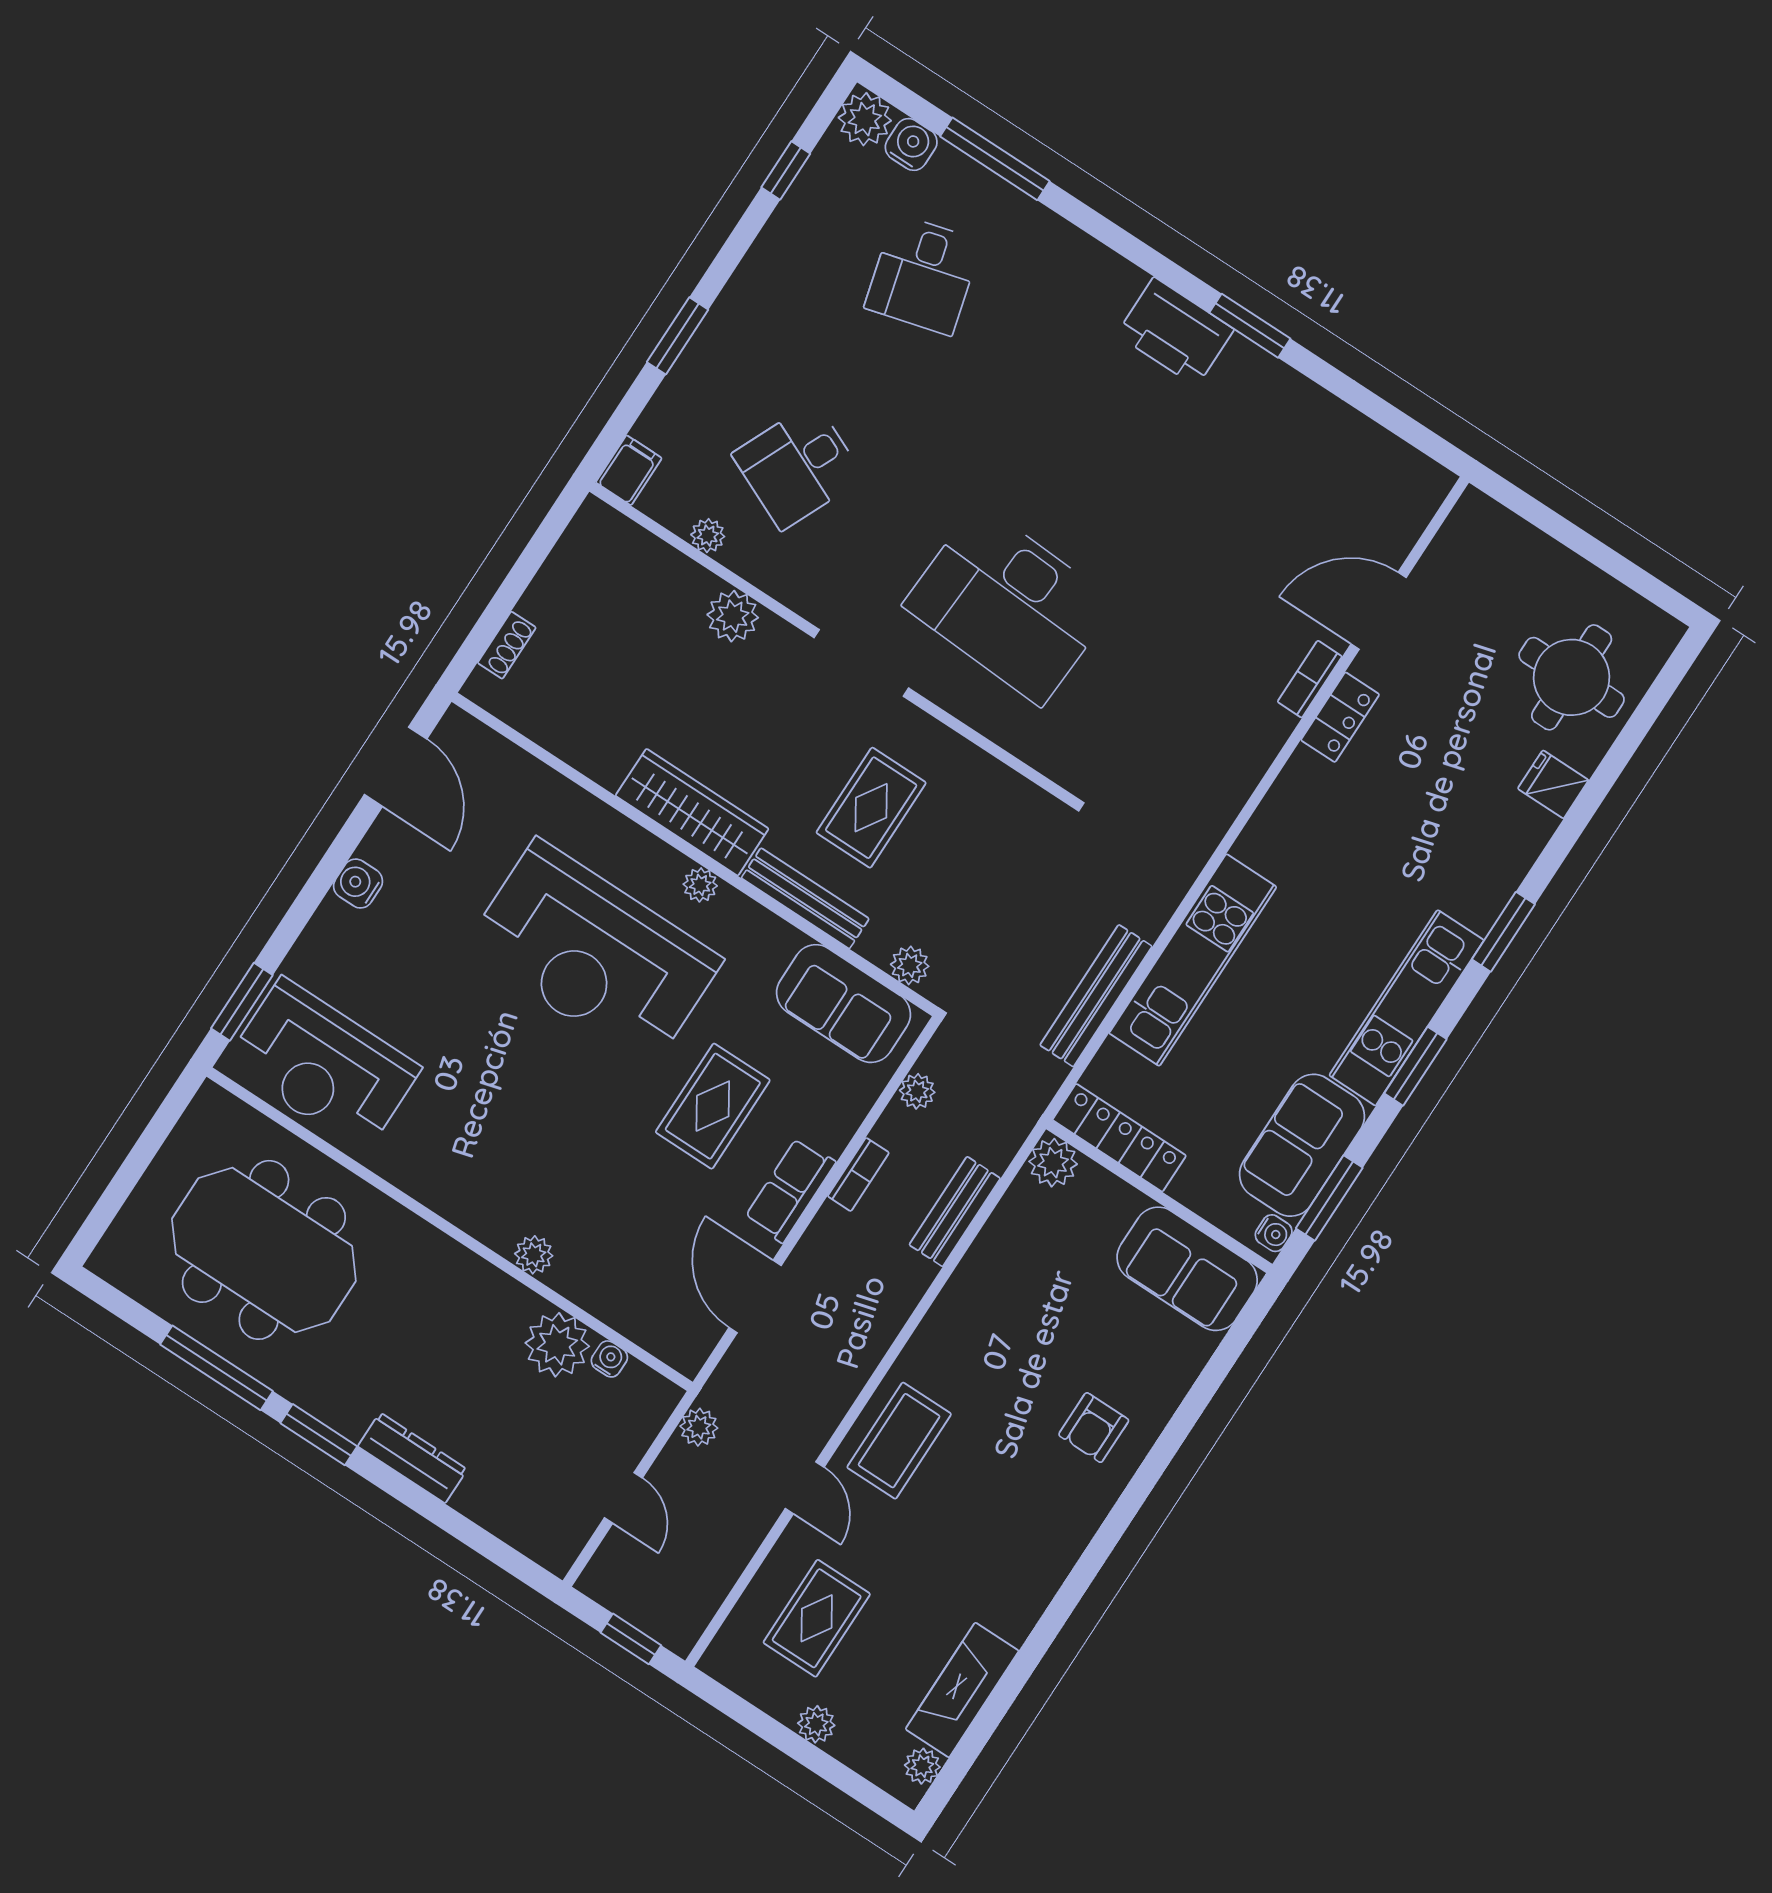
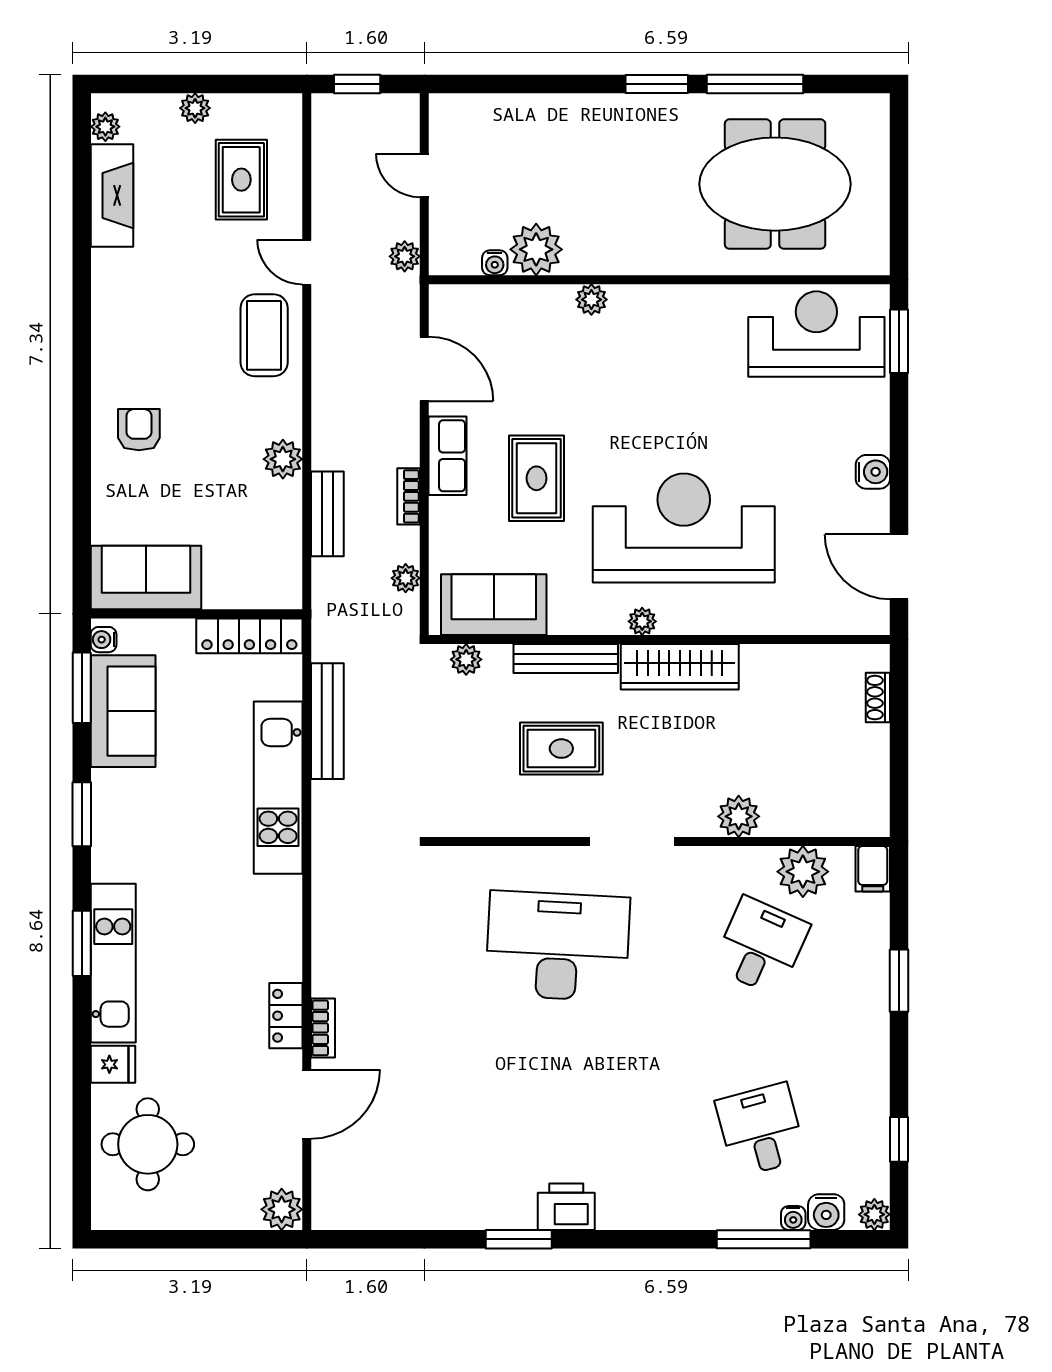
plant: (865, 119) -> (874, 1214), width x0.73, depth x0.73
water cooler: (950, 161) -> (793, 1218), added
printer: (1175, 332) -> (566, 1207), width x0.73, depth x0.84
plant: (1476, 518) -> (282, 1209), added
plant: (708, 536) -> (803, 872), width x1.87, depth x1.87
rug: (871, 808) -> (561, 749), turned 90
kitchen unit: (1407, 1008) -> (113, 963), moved
plant: (1053, 1163) -> (283, 459), moved
dresser: (412, 1458) -> (584, 110), removed

